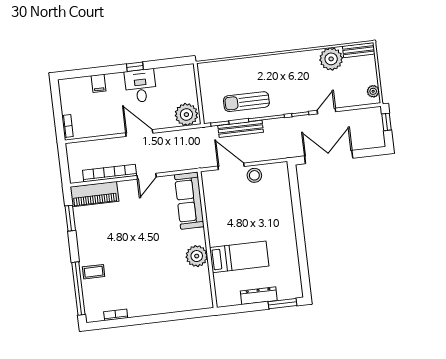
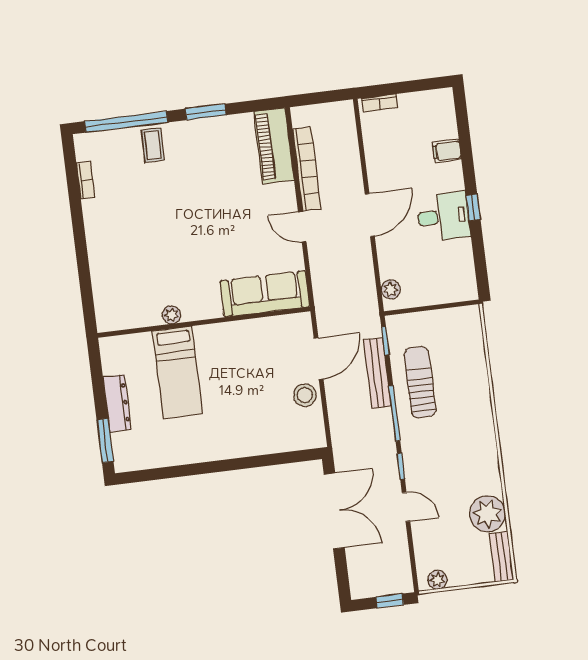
plant: (186, 115) -> (391, 289), width x0.53, depth x0.53
window: (70, 218) -> (206, 112), moved
plant: (197, 256) -> (171, 315), width x0.53, depth x0.53

